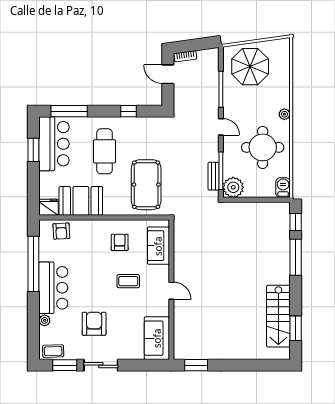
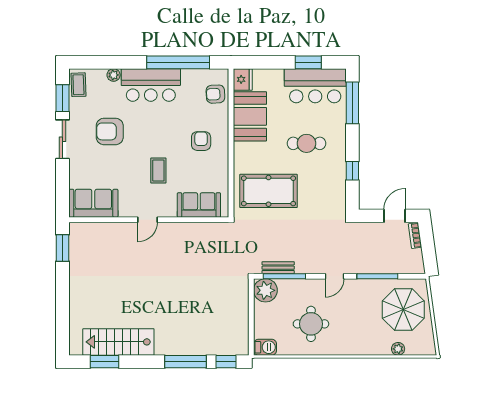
plant: (284, 114) -> (398, 349), moved
round table: (263, 147) -> (311, 324), width x0.73, depth x0.73
cafe table: (105, 151) -> (306, 143), width x0.73, depth x0.74
armchair: (120, 242) -> (201, 141), moved, turned -90
armchair: (94, 324) -> (110, 131), turned 180

